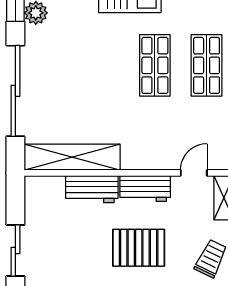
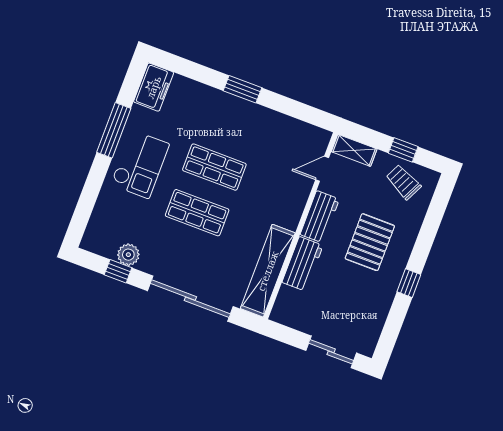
shop shelf: (207, 65) -> (197, 213), moved
door: (194, 173) -> (322, 169), hinge flipped

